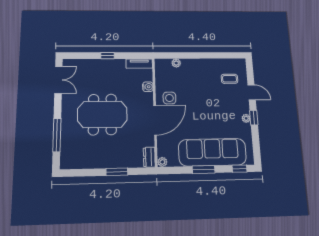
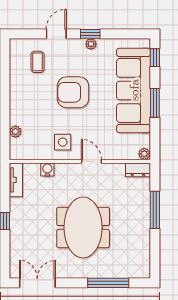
armchair: (208, 105) -> (73, 92), added
door: (155, 120) -> (91, 161), width x0.53
window: (117, 172) -> (155, 210), width x1.44

